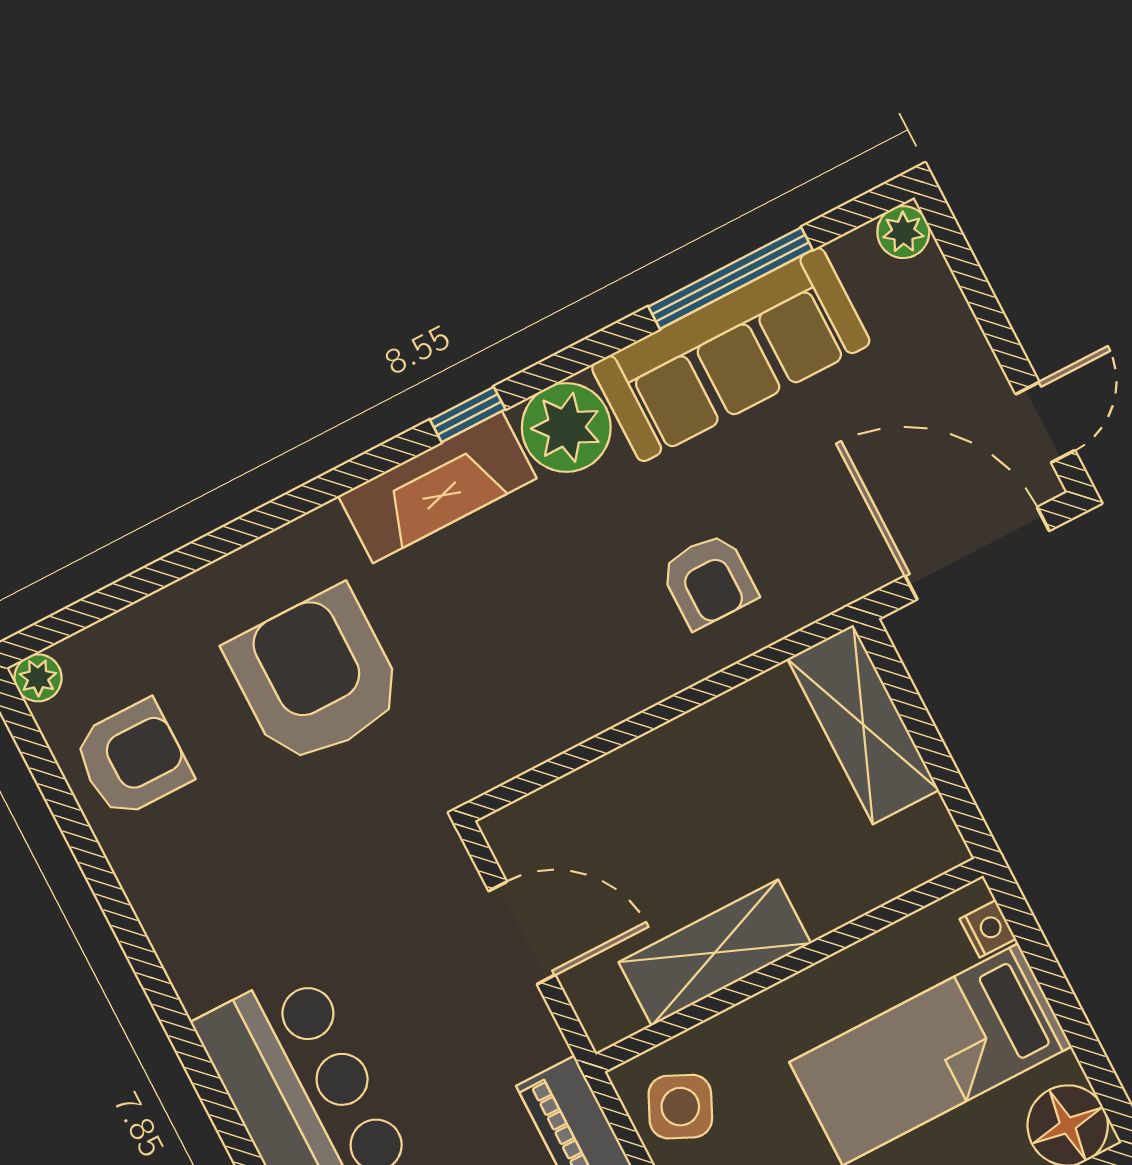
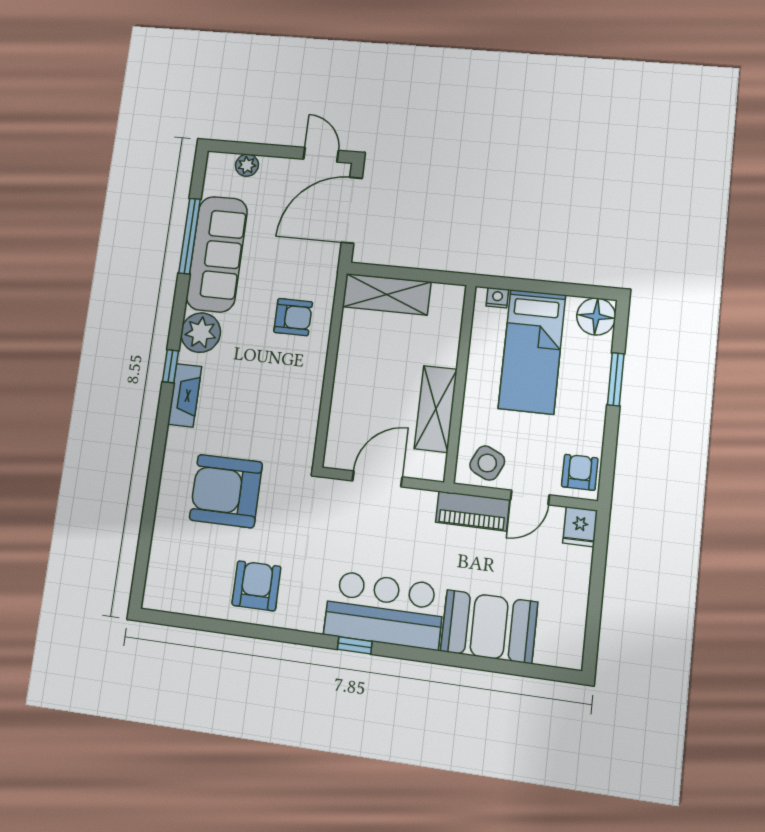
plant: (903, 232) -> (247, 165), moved
fireplace: (437, 487) -> (185, 395), width x0.73, depth x0.76
plant: (38, 678) -> (153, 599), removed
armchair: (132, 759) -> (256, 586), moved
window: (210, 1089) -> (355, 645), added

